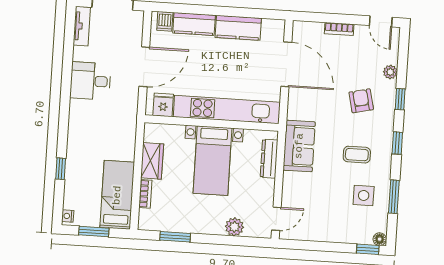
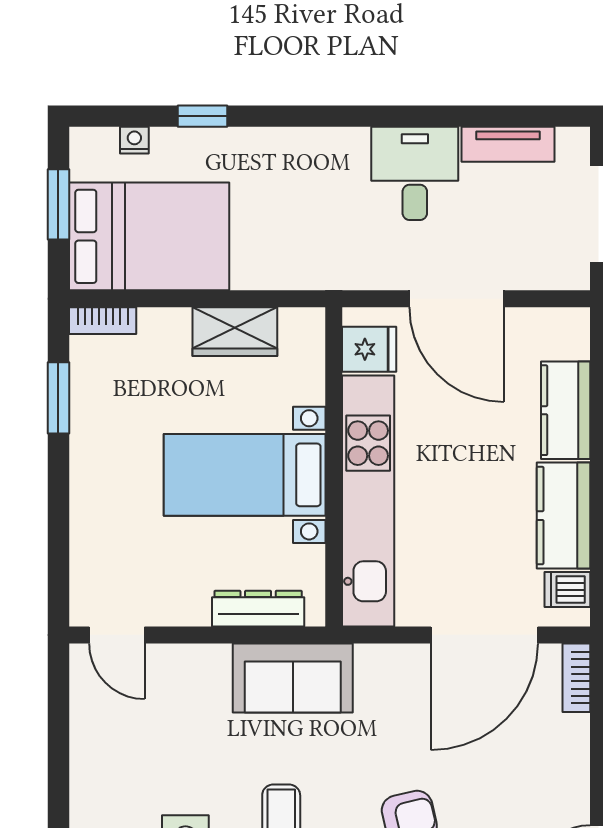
dishwasher: (165, 21) -> (567, 590), moved
tv unit: (82, 26) -> (508, 144), moved
bookcase: (339, 29) -> (576, 678), moved
bookcase: (145, 194) -> (103, 321), moved
bed: (117, 195) -> (149, 236), width x1.50
nightstand: (68, 216) -> (134, 140), moved
plant: (234, 227) -> (91, 537), removed

